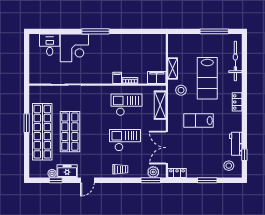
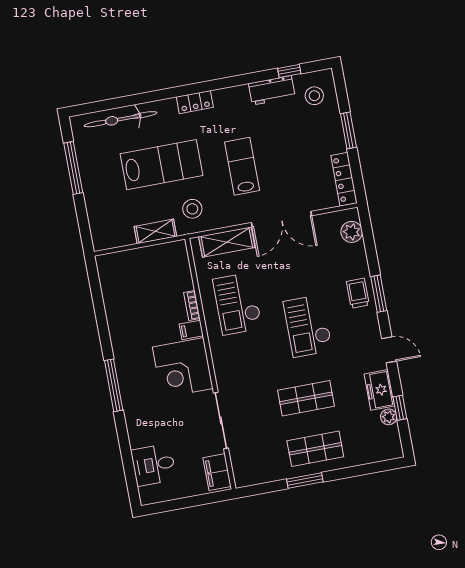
corner desk: (74, 48) -> (183, 368), moved, turned 180
filing cabinet: (157, 78) -> (217, 472), moved
lab bench: (199, 121) -> (242, 166), turned 180
shop shelf: (42, 132) -> (315, 449), width x0.50, depth x0.74
shop shelf: (70, 132) -> (306, 398), width x0.70, depth x0.74
checkout: (125, 140) -> (308, 326), moved
double door: (167, 148) -> (281, 219), moved
locker: (177, 173) -> (344, 179), width x1.53
window: (151, 180) -> (379, 294), moved

